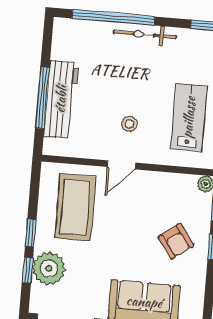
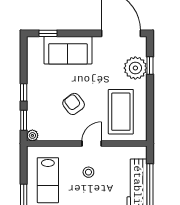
window: (31, 233) -> (150, 91), removed
armchair: (176, 241) -> (74, 104), moved

